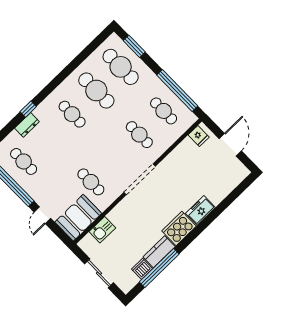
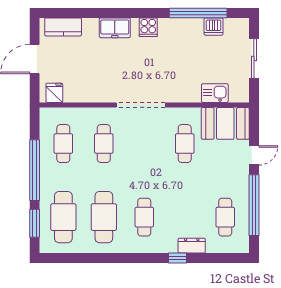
window: (177, 90) -> (35, 170), moved
cooker: (179, 229) -> (148, 27), width x0.53, depth x0.76
kitchen counter: (159, 252) -> (63, 27), moved

